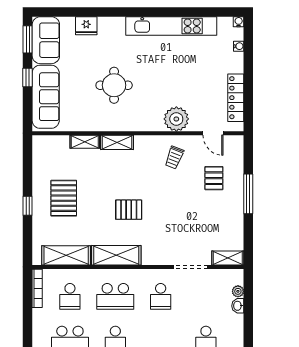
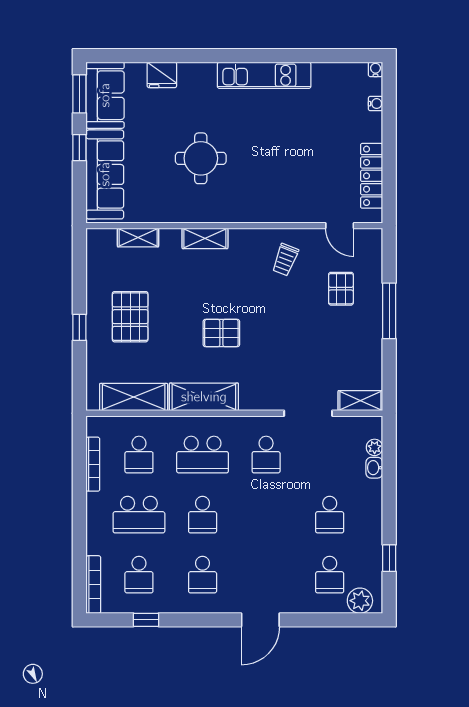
kitchen unit: (171, 26) -> (264, 75), width x0.73
plant: (176, 119) -> (288, 206), removed
shelving: (85, 142) -> (138, 237), moved
bookcase: (37, 288) -> (93, 464), moved

